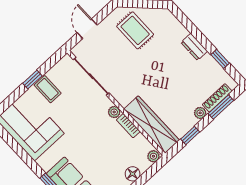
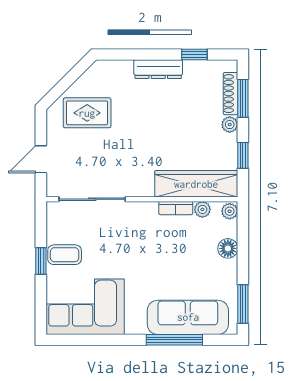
door: (87, 29) -> (41, 159), hinge flipped
dresser: (194, 47) -> (158, 69), width x1.44
plant: (114, 112) -> (202, 209), moved

